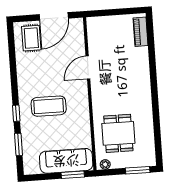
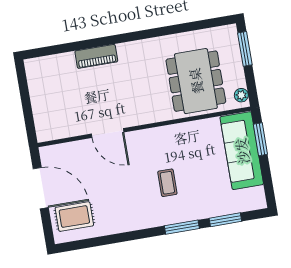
piano: (141, 32) -> (96, 56), moved
coffee table: (49, 106) -> (167, 183), width x0.54, depth x0.58
window: (16, 113) -> (182, 227), width x1.50
dining table: (118, 133) -> (196, 81), width x1.38

